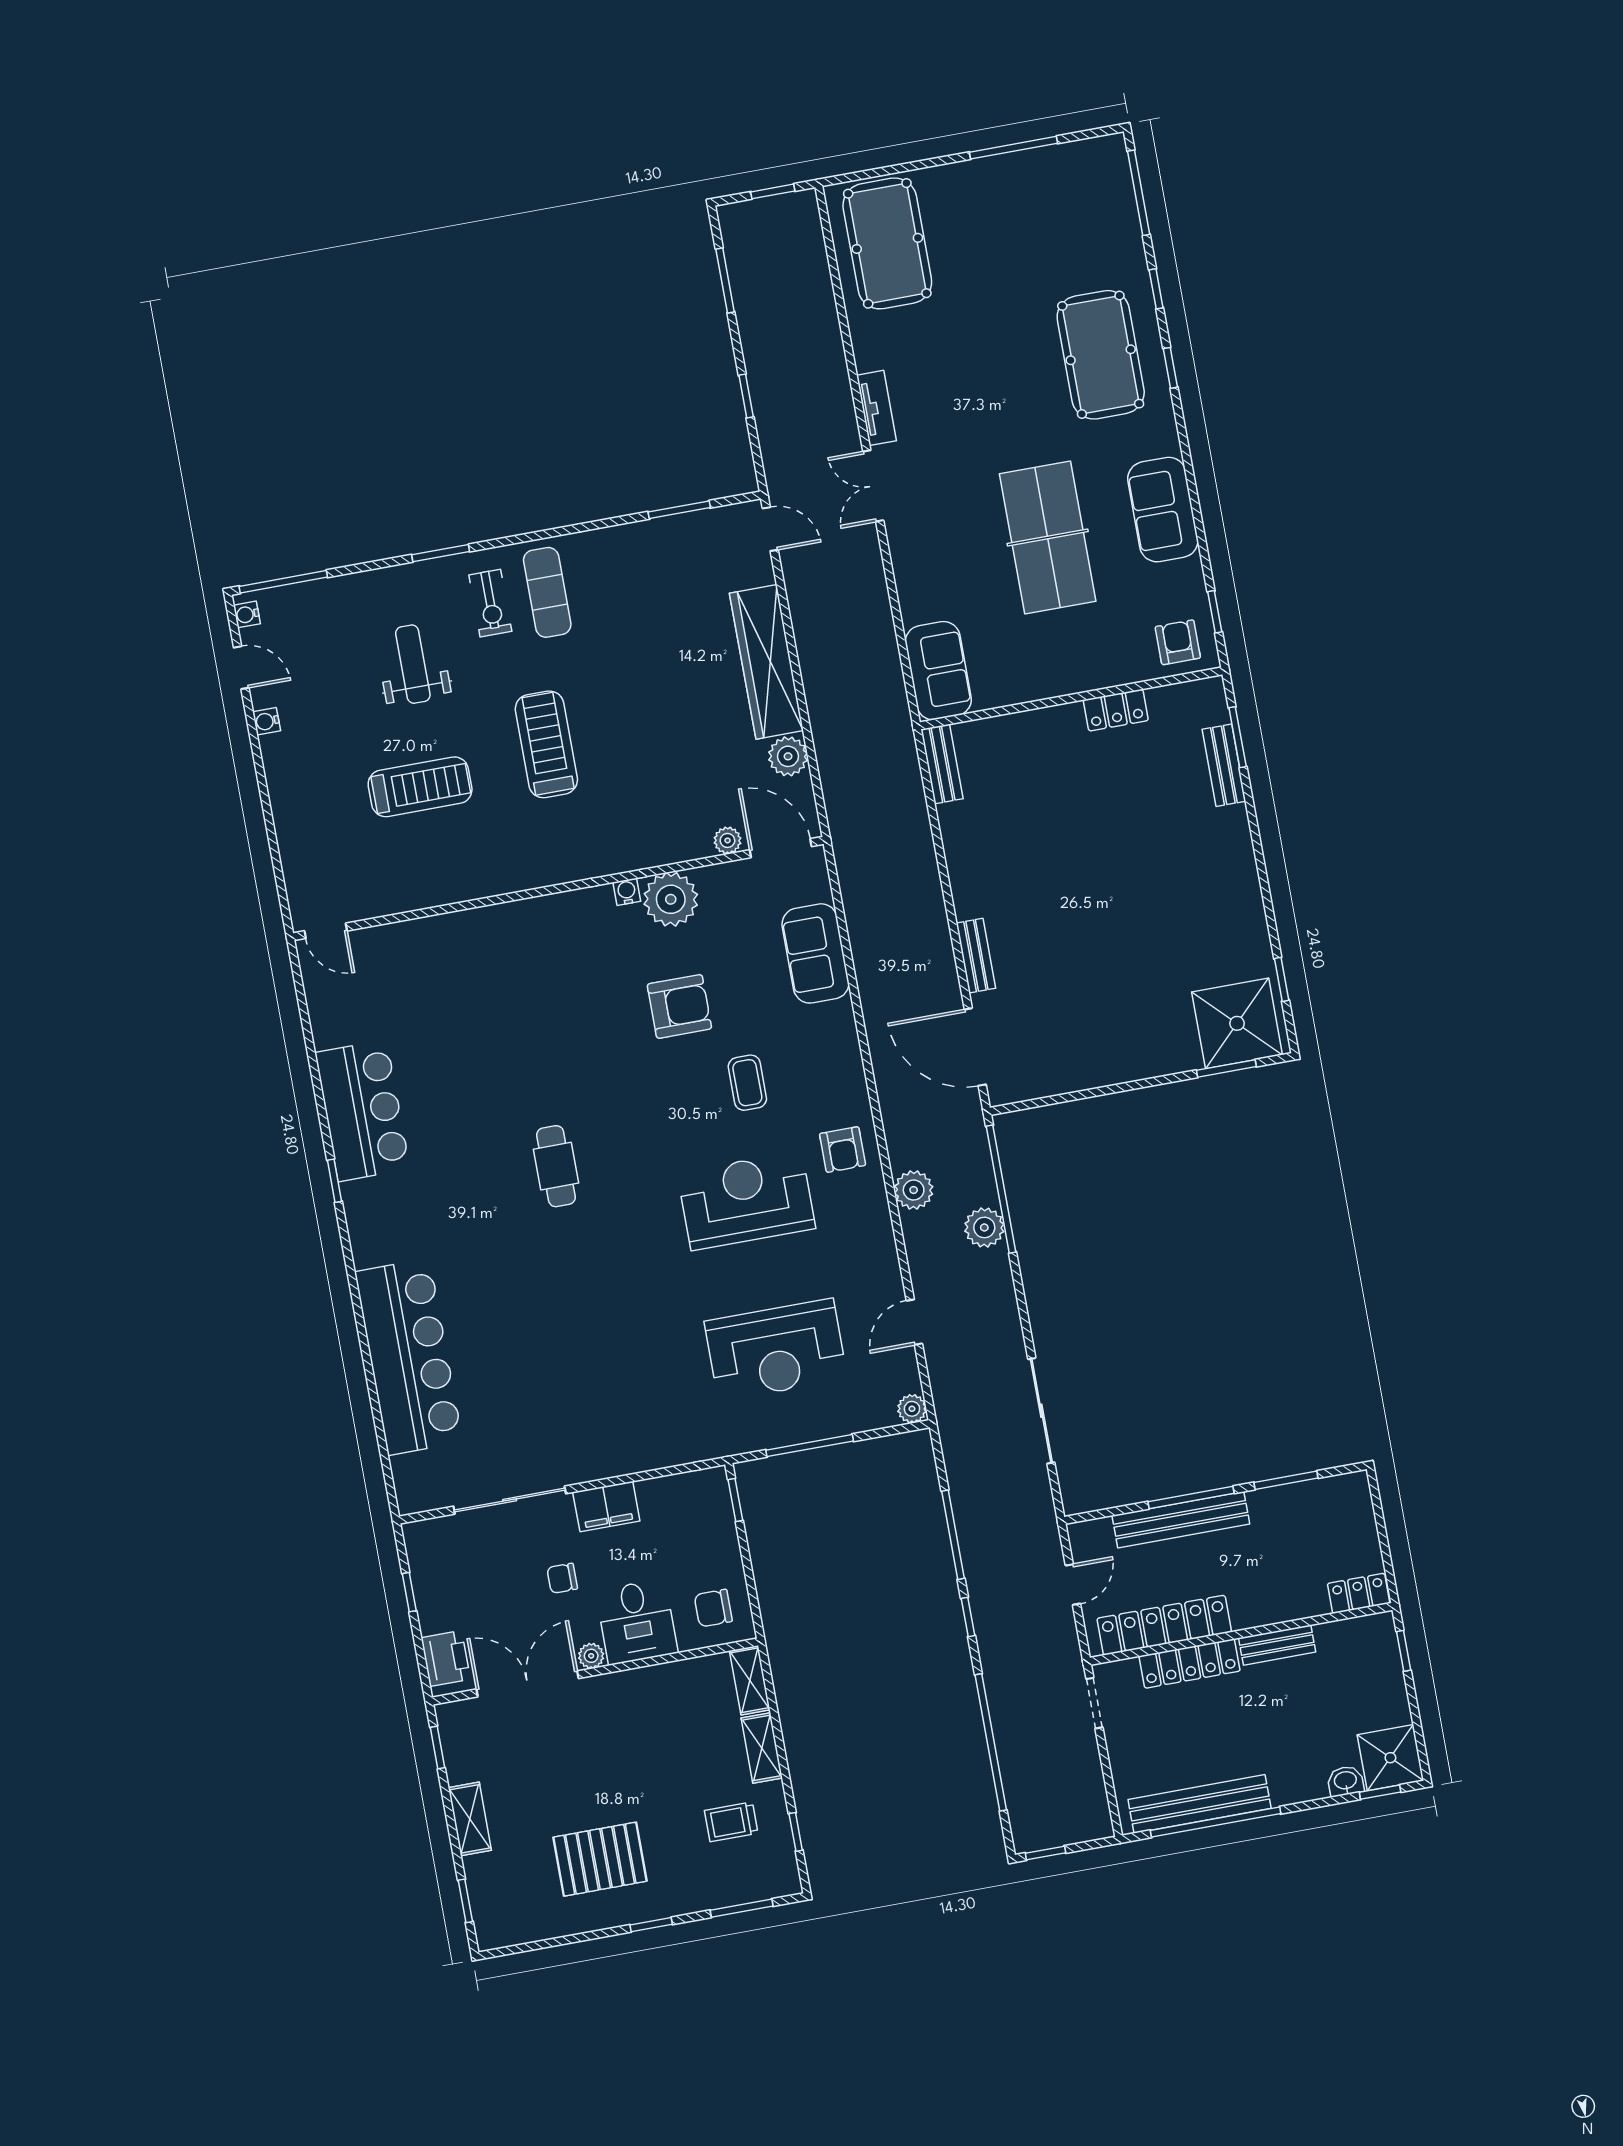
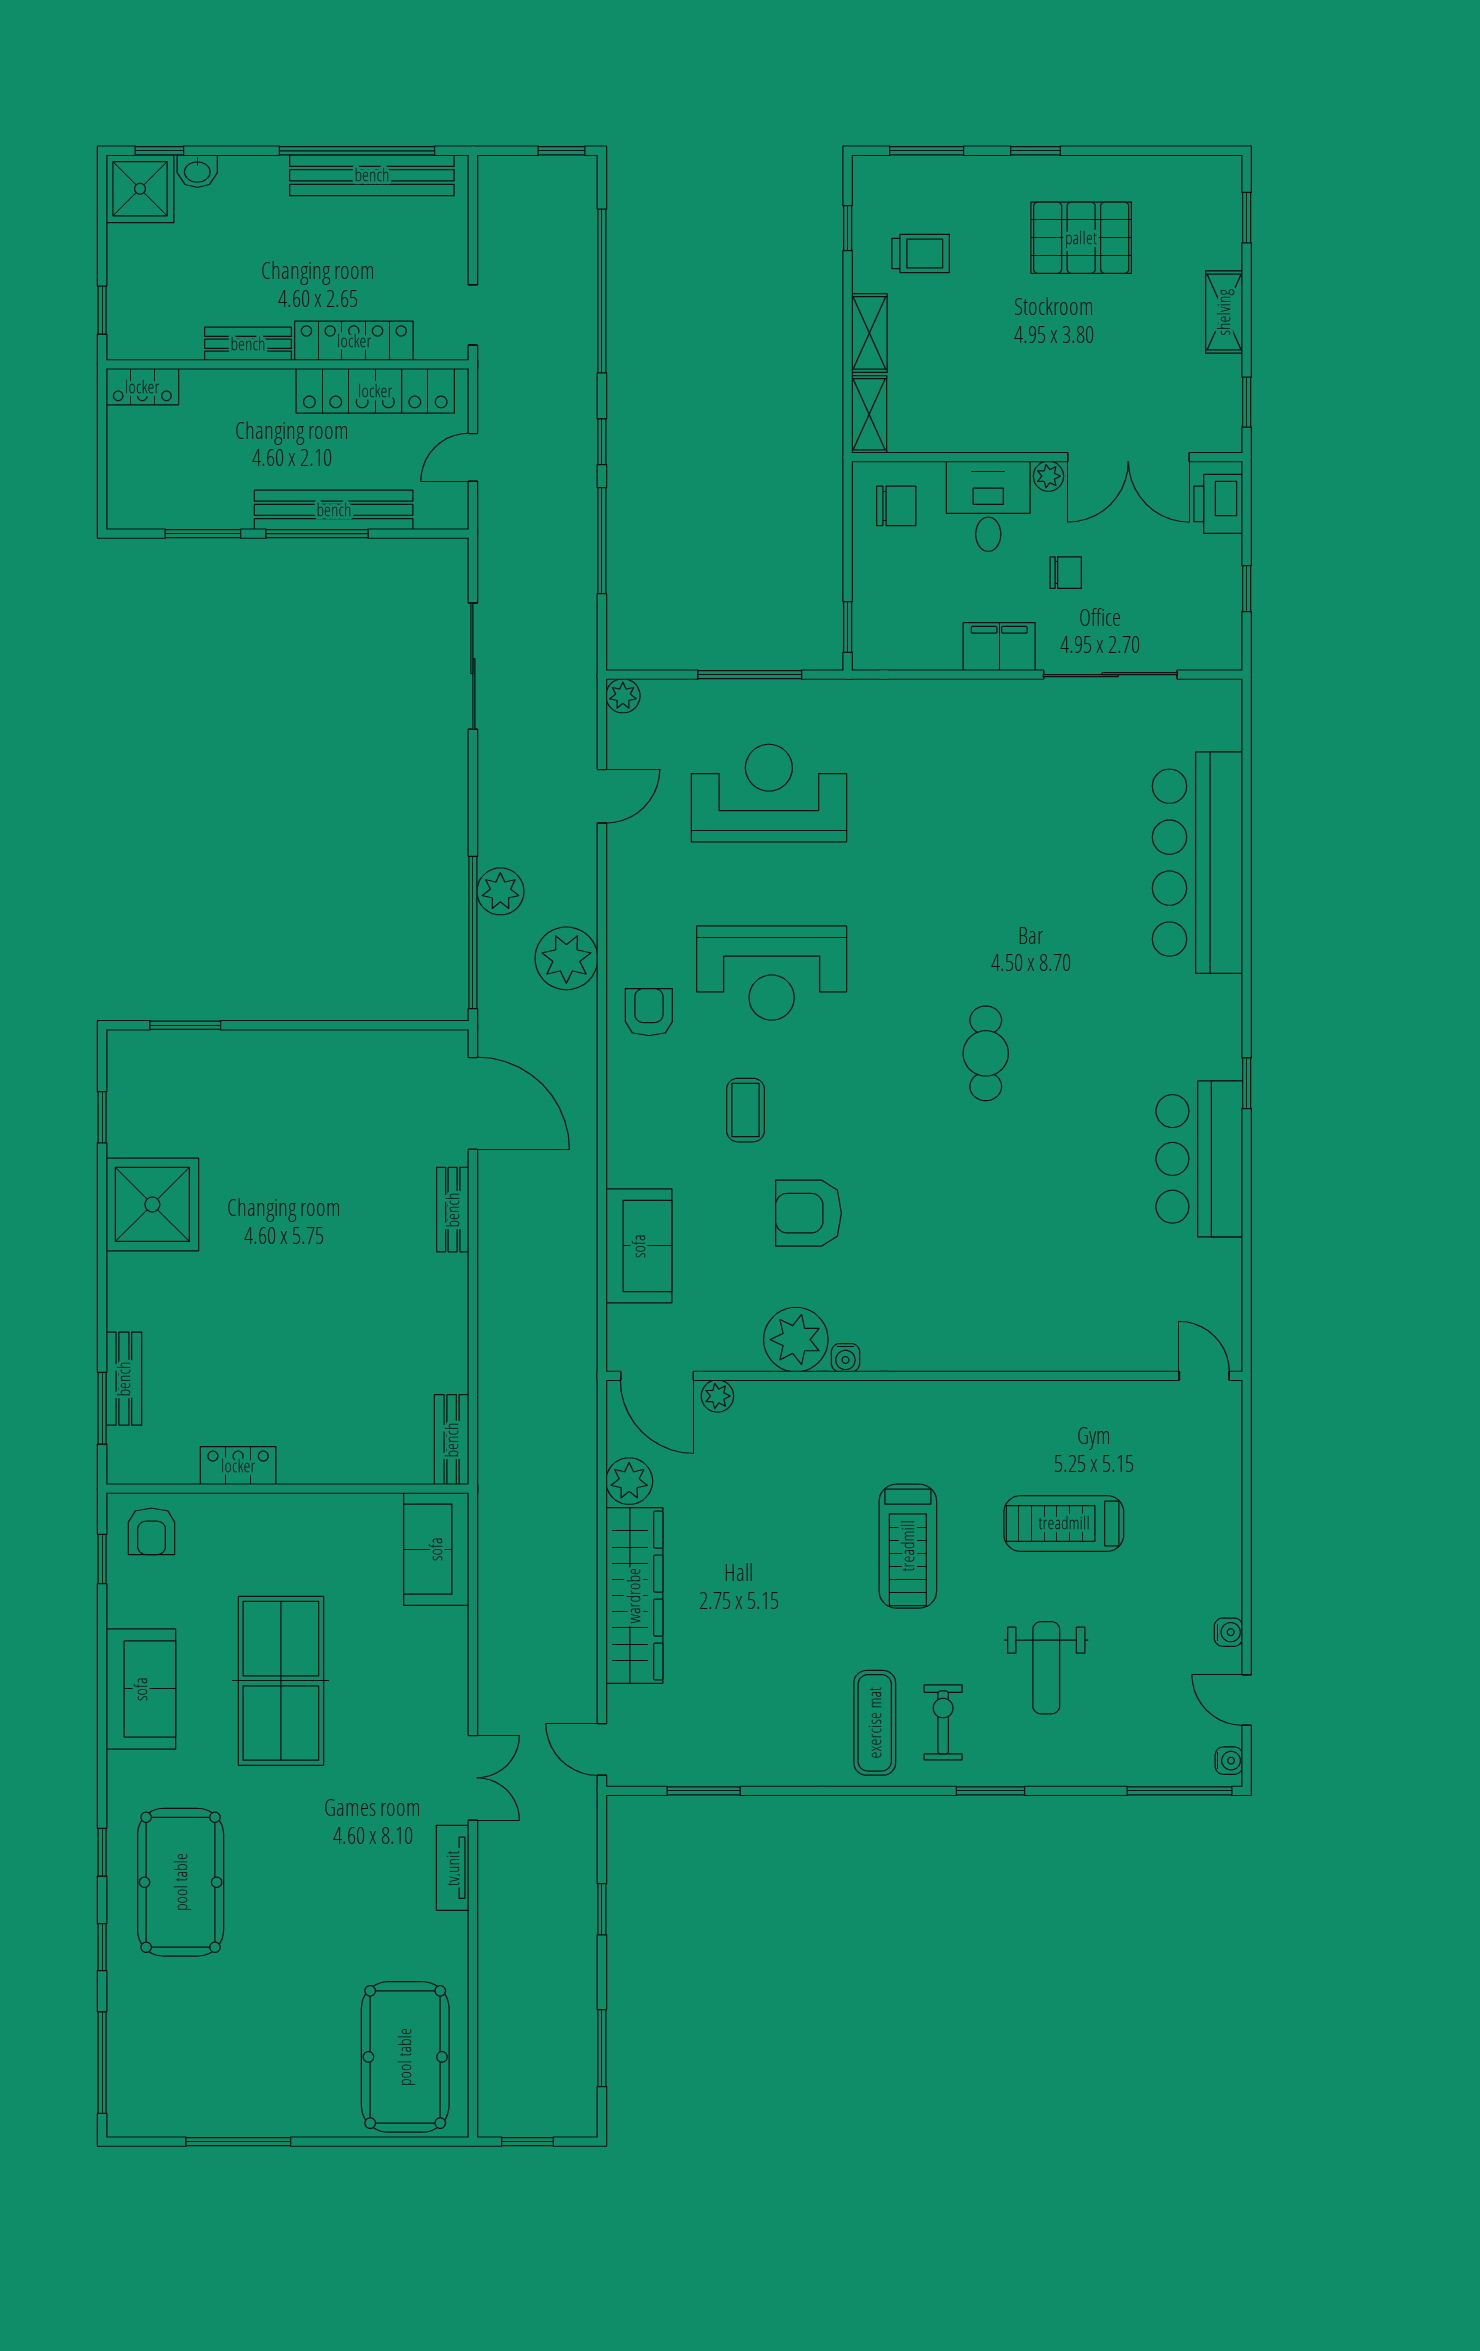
shower: (1237, 1023) -> (152, 1204), moved
plant: (914, 1190) -> (566, 958), width x1.36, depth x1.36

